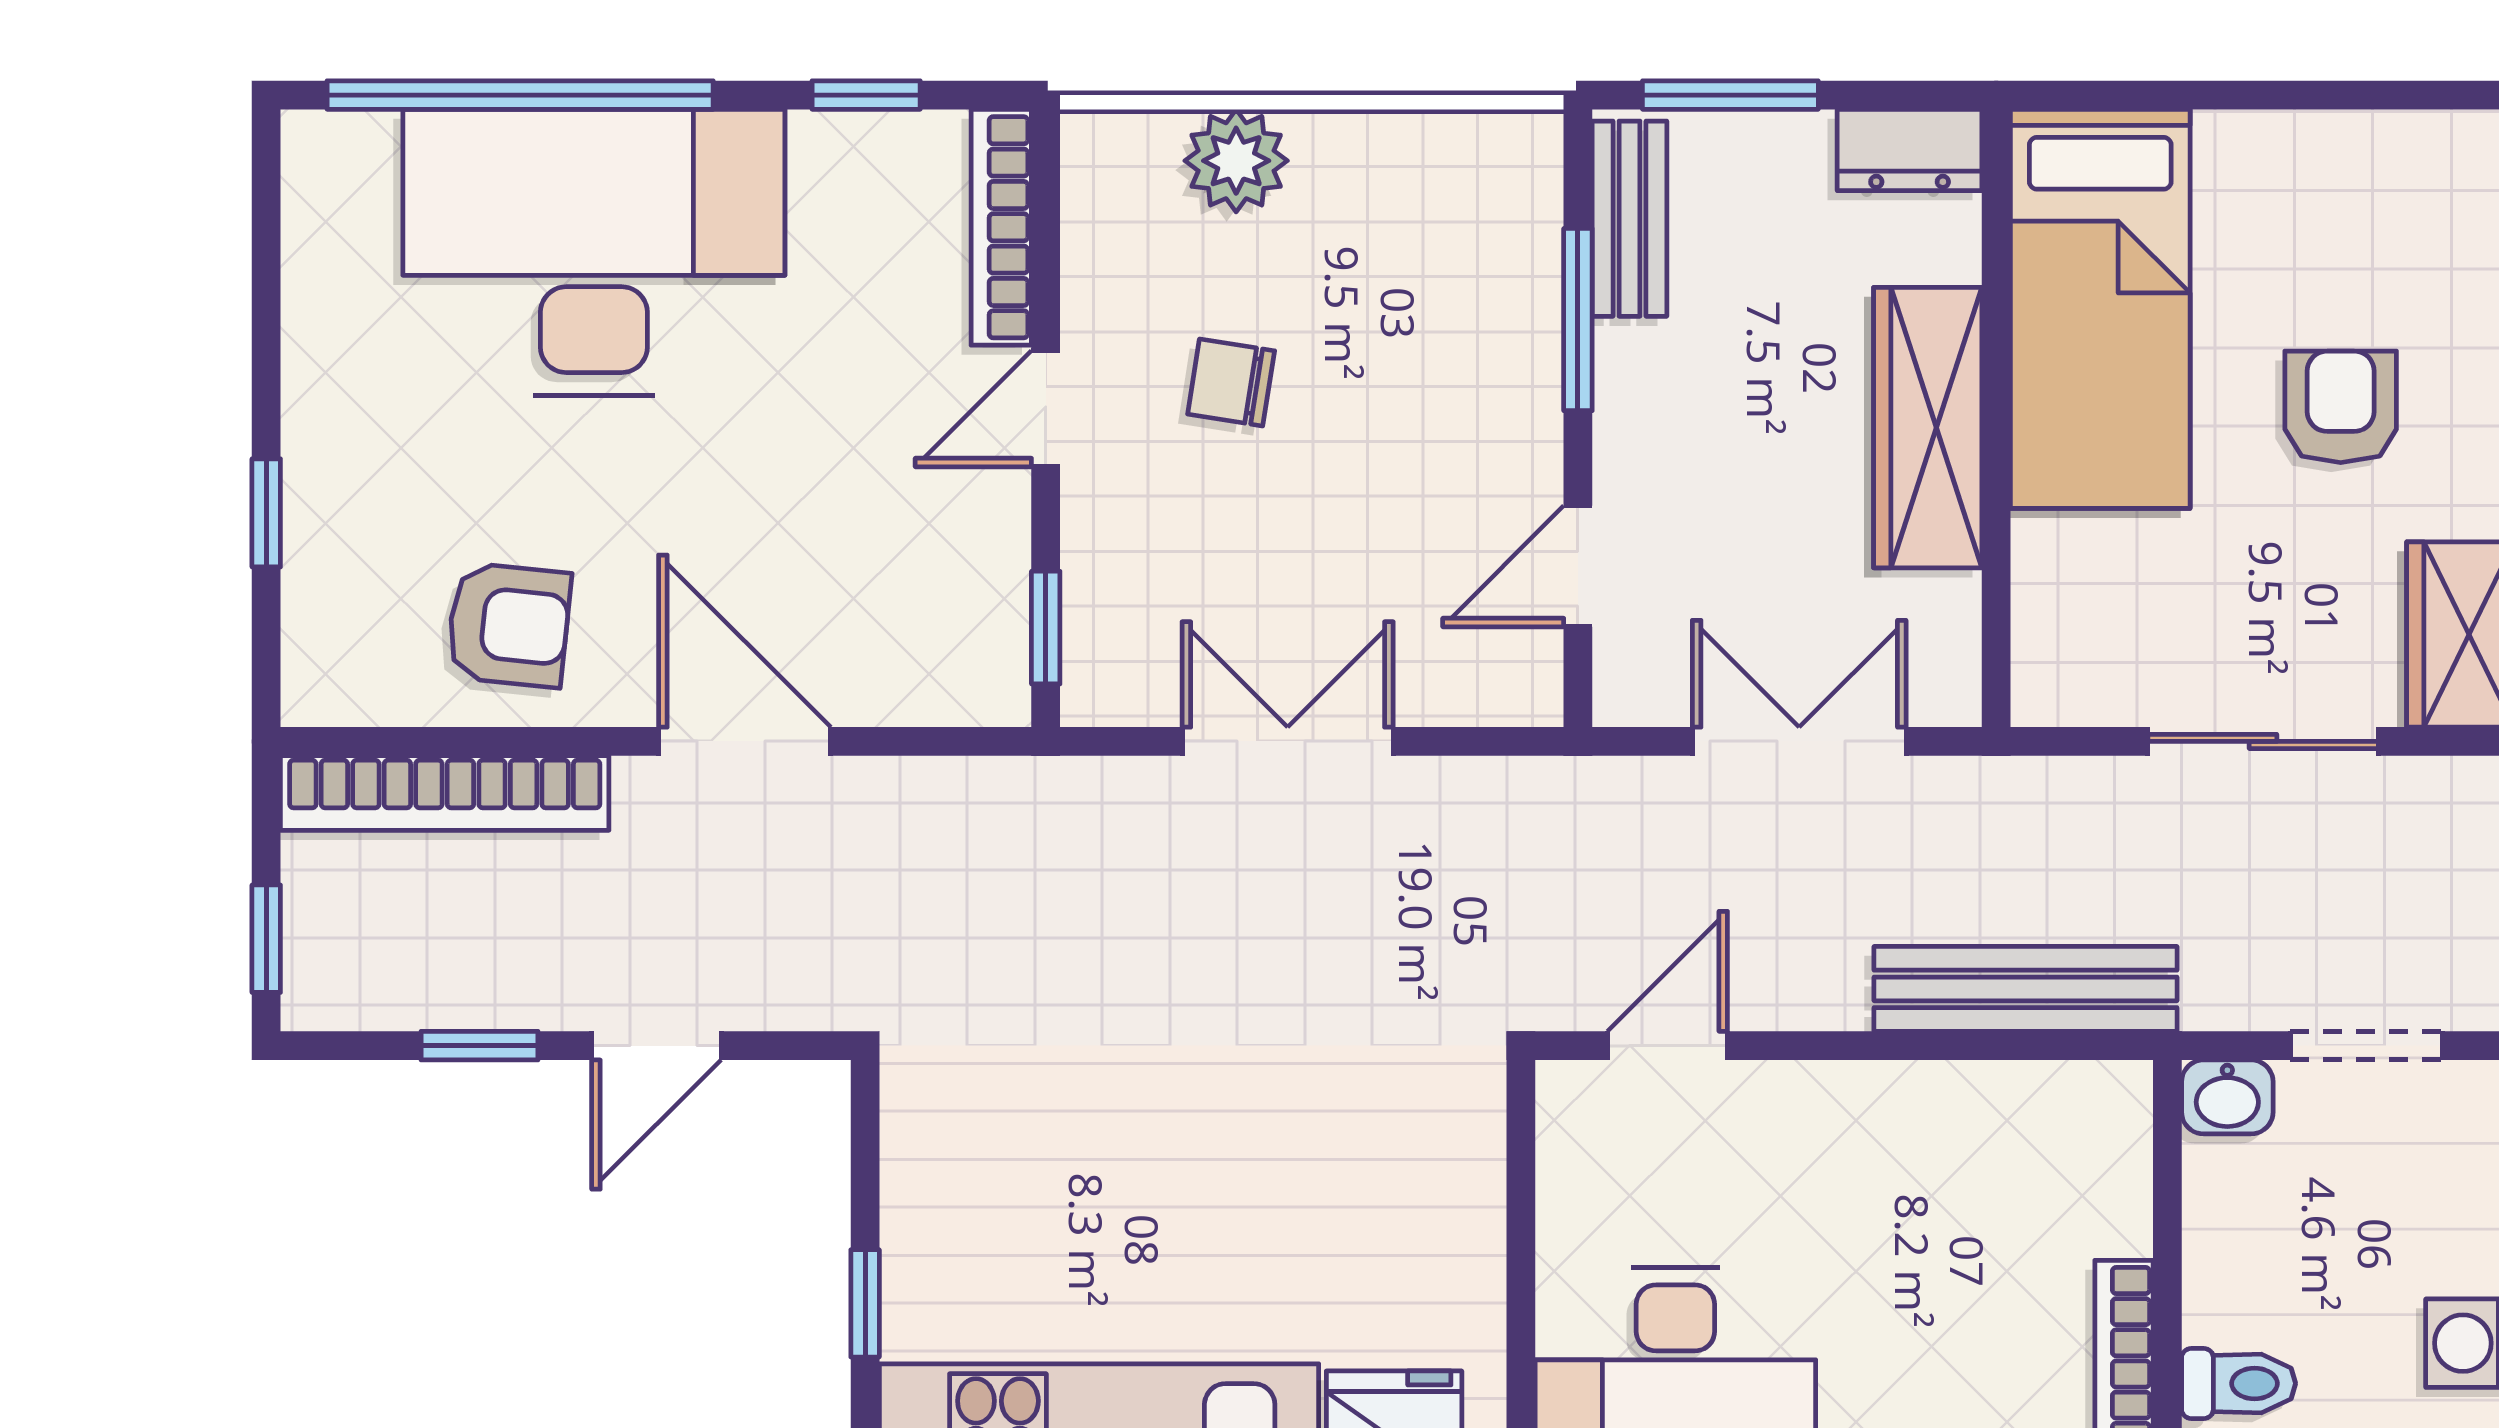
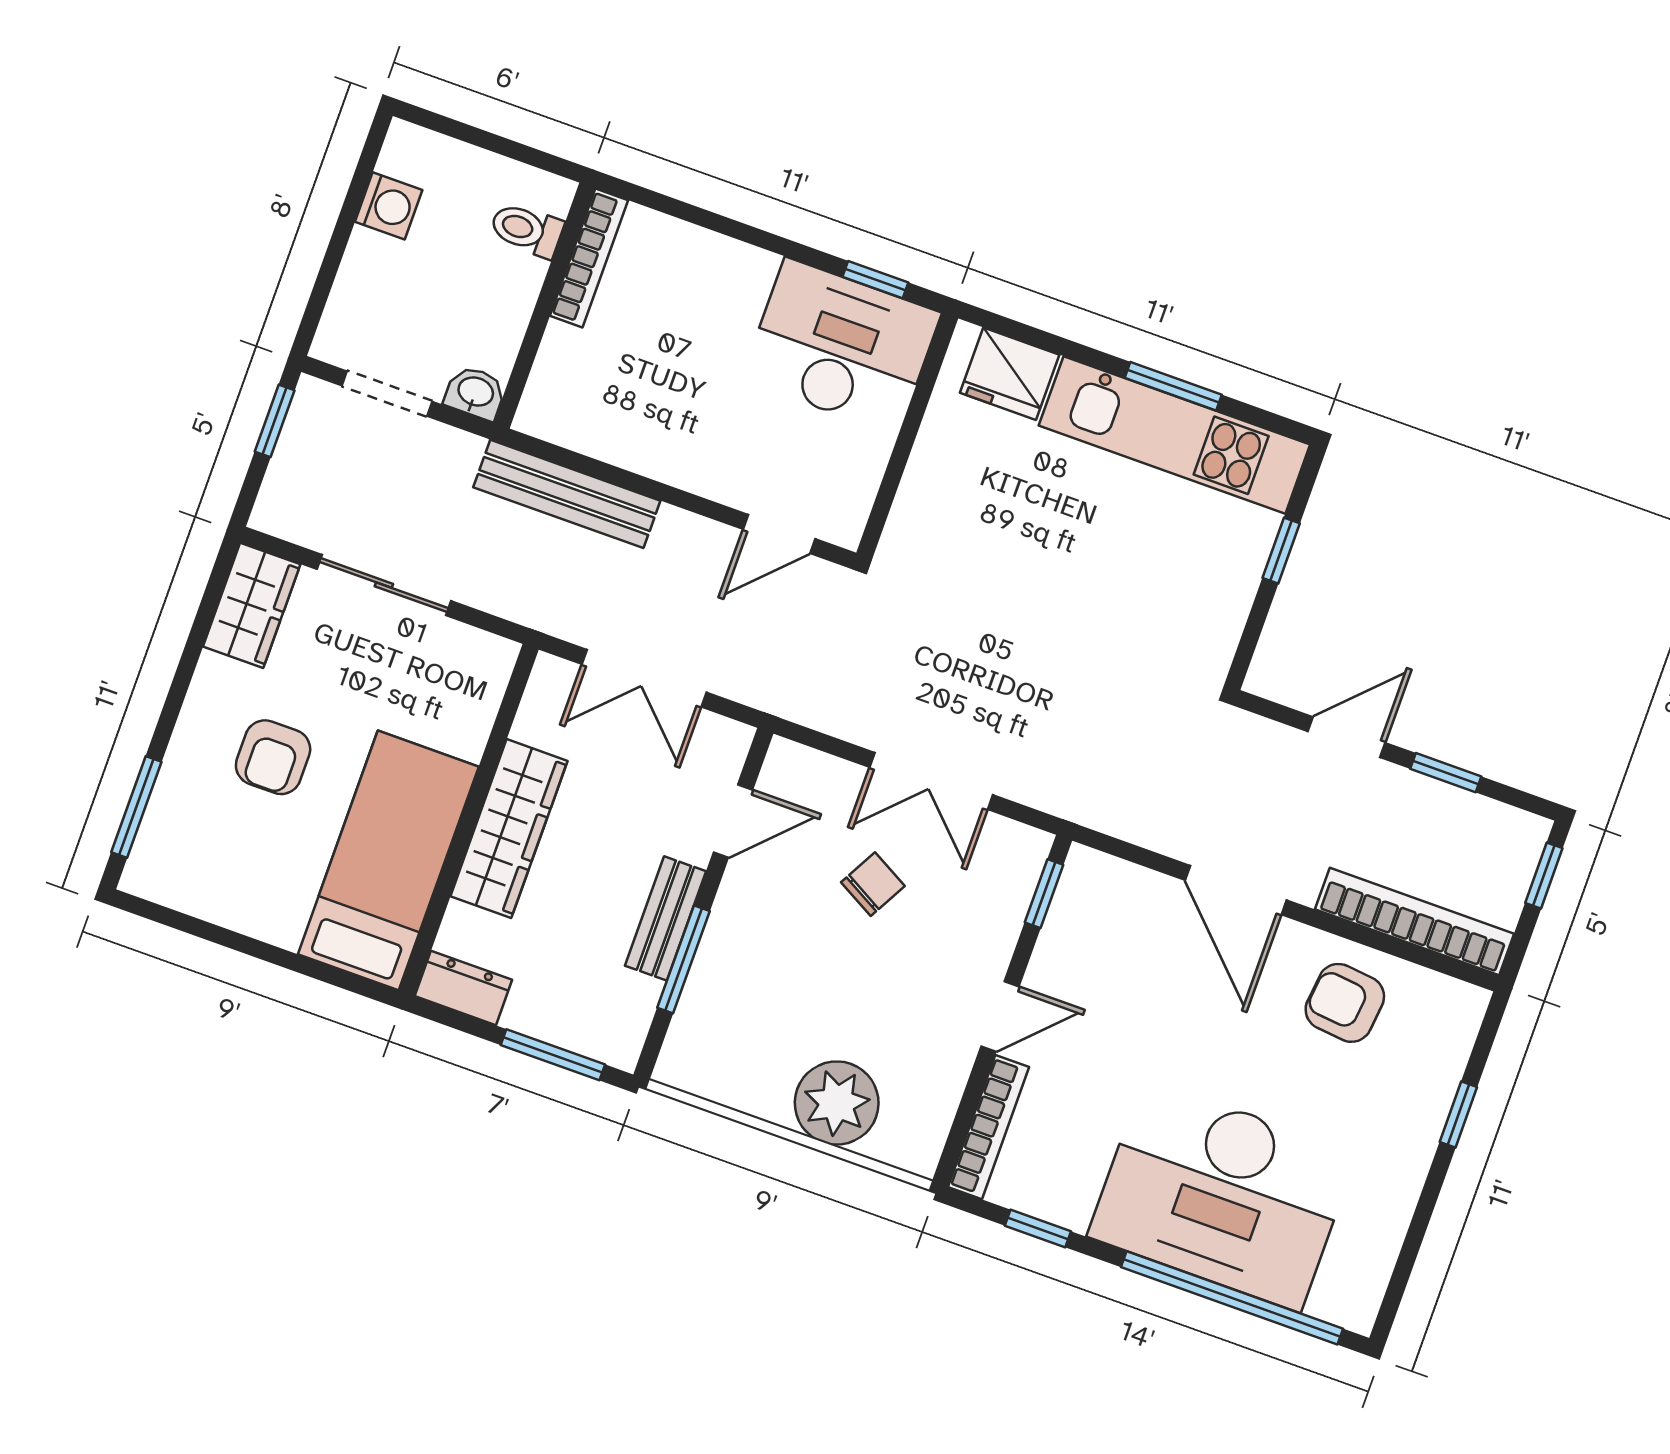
plant: (1236, 161) -> (837, 1103), width x1.36, depth x1.36
bench: (1629, 219) -> (666, 918), moved
chair: (1231, 382) -> (873, 884), moved, turned -70

